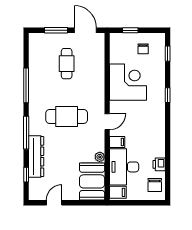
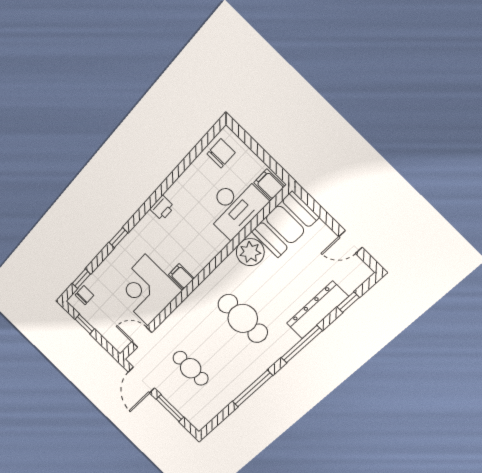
window: (130, 30) -> (85, 324), moved
chair: (143, 49) -> (85, 295), moved
cafe table: (67, 64) -> (191, 368), turned 90
door: (107, 122) -> (142, 337), moved
filing cabinet: (117, 142) -> (181, 277), moved
plant: (100, 157) -> (250, 252), width x1.87, depth x1.87
printer: (159, 164) -> (162, 208), moved

